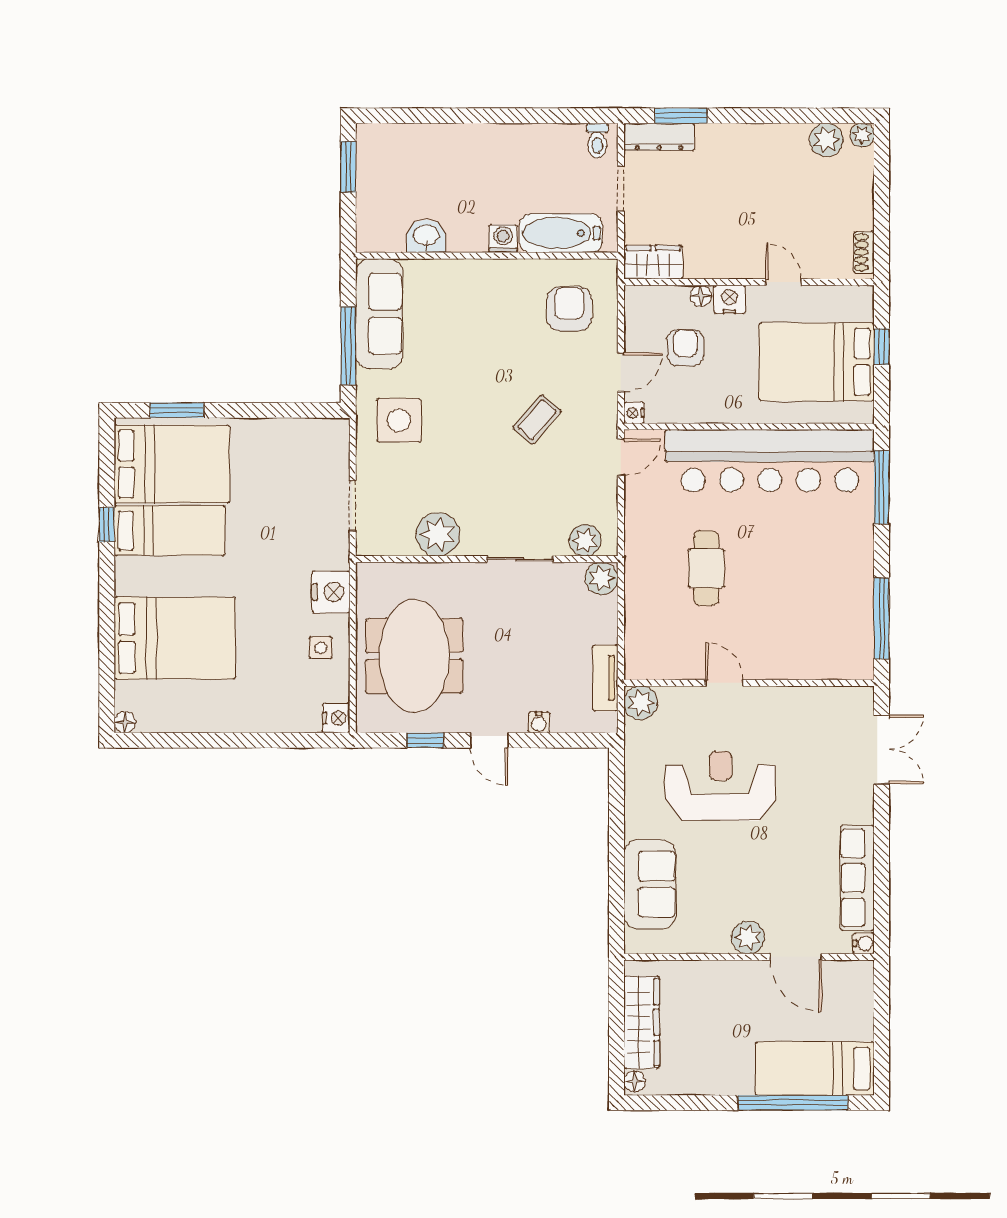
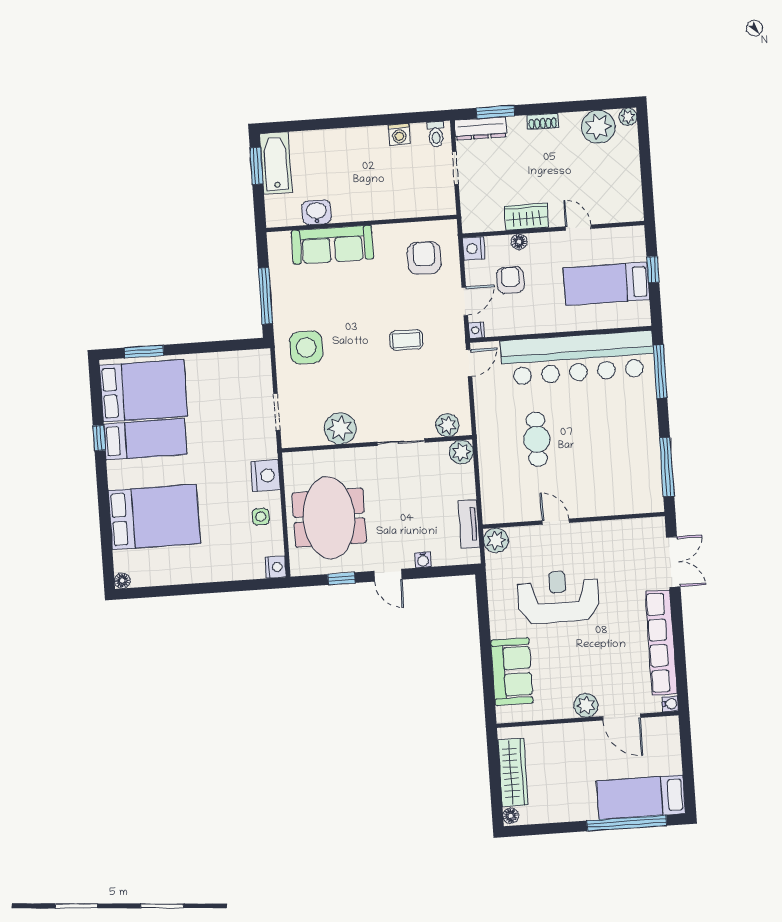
plant: (826, 140) -> (598, 127), width x1.36, depth x1.36
bathtub: (561, 233) -> (276, 163), moved, turned 90
washing machine: (503, 239) -> (399, 134), moved, turned 180
shoe rack: (864, 252) -> (543, 121), moved, turned -90
wardrobe: (653, 262) -> (526, 217), moved
nightstand: (730, 299) -> (474, 248), moved, turned -90
sofa: (379, 314) -> (332, 245), moved, turned 90
bed: (817, 362) -> (606, 284), width x0.67
coffee table: (537, 420) -> (406, 340), turned 49
row of seats: (857, 878) -> (661, 643), width x1.36

